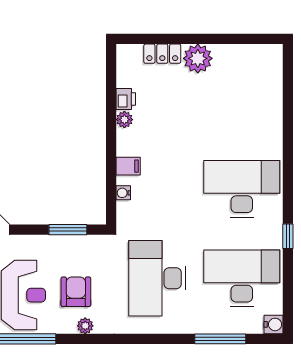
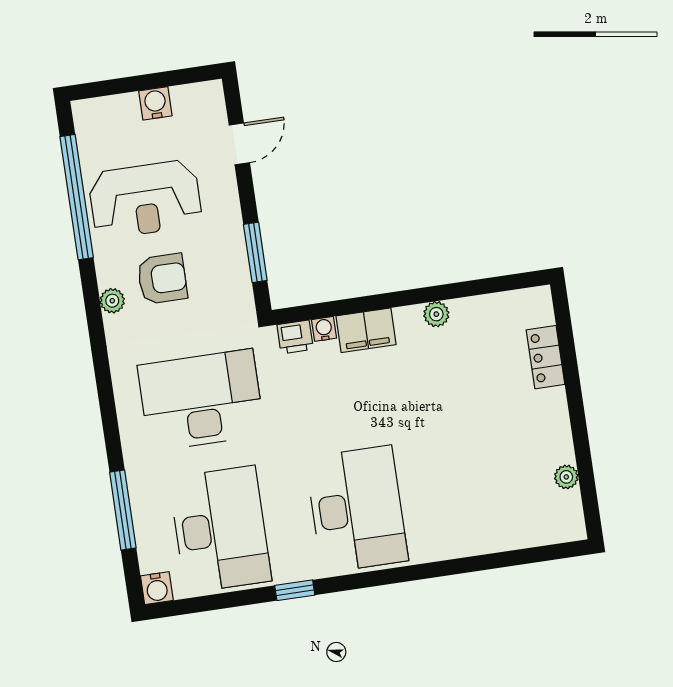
plant: (198, 58) -> (566, 477), moved, width x0.53, depth x0.53
printer: (126, 99) -> (295, 337), moved
filing cabinet: (128, 166) -> (366, 330), width x2.00

